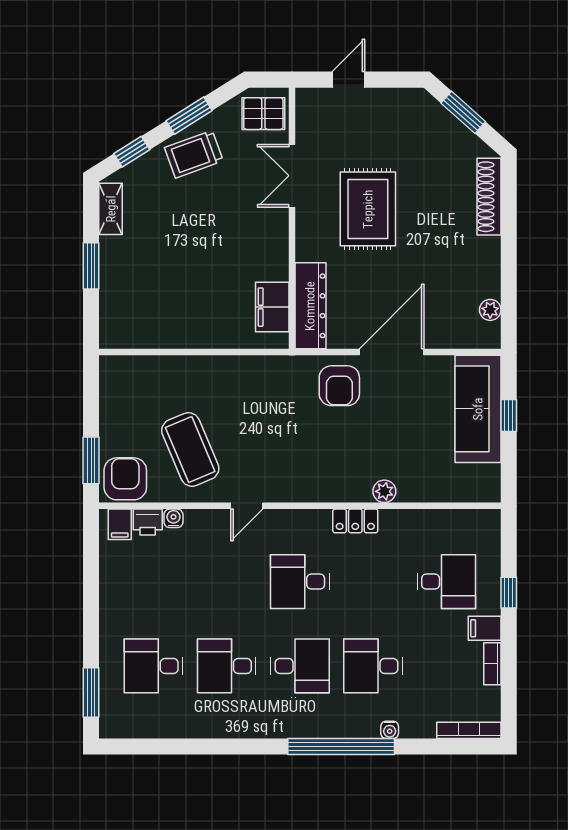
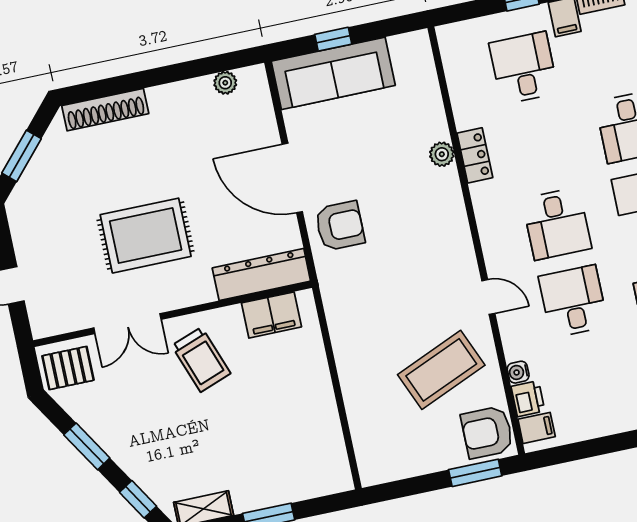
pallet: (263, 114) -> (68, 368), turned 90
trolley: (194, 154) -> (201, 360), moved
locker: (355, 521) -> (475, 155), moved
desk: (227, 582) -> (573, 301), added

